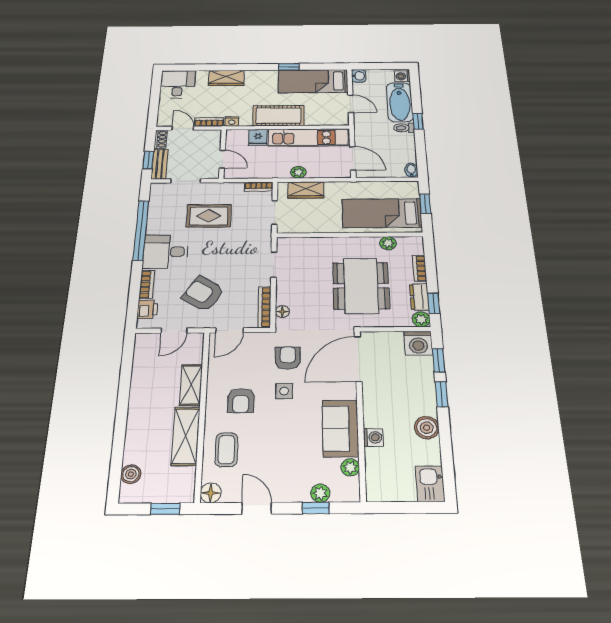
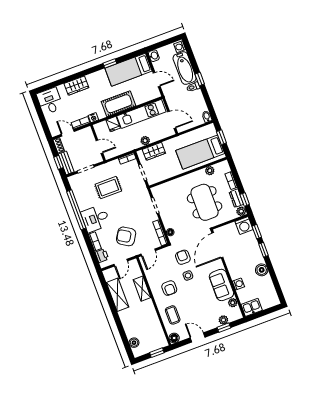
shelving: (186, 436) -> (118, 295), moved
kitchen sink: (430, 484) -> (252, 307), moved, turned 90

